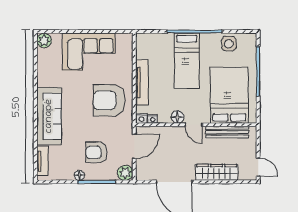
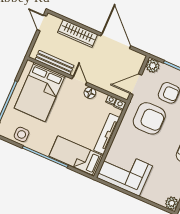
corner sofa: (89, 52) -> (124, 172), moved
bed: (187, 61) -> (76, 156), moved, turned -90
armchair: (109, 100) -> (149, 118), moved

